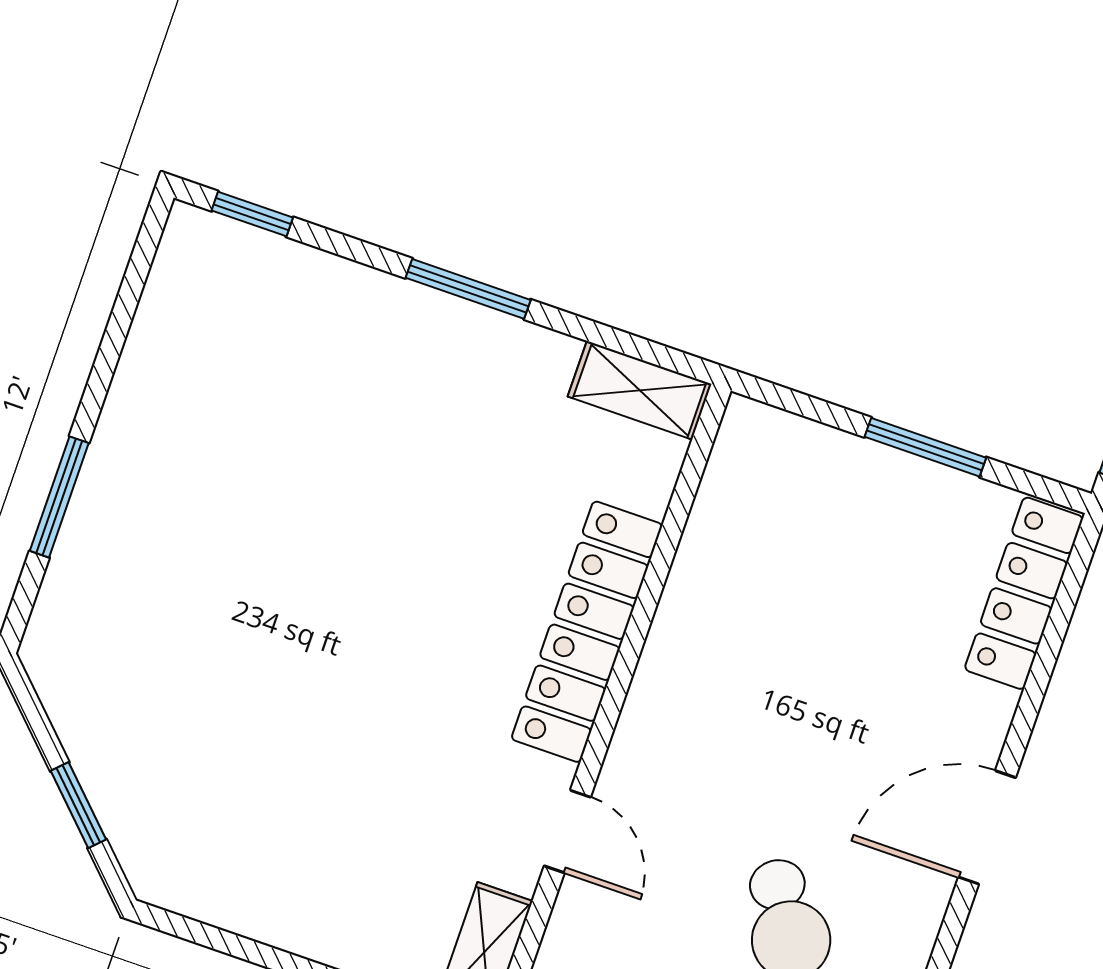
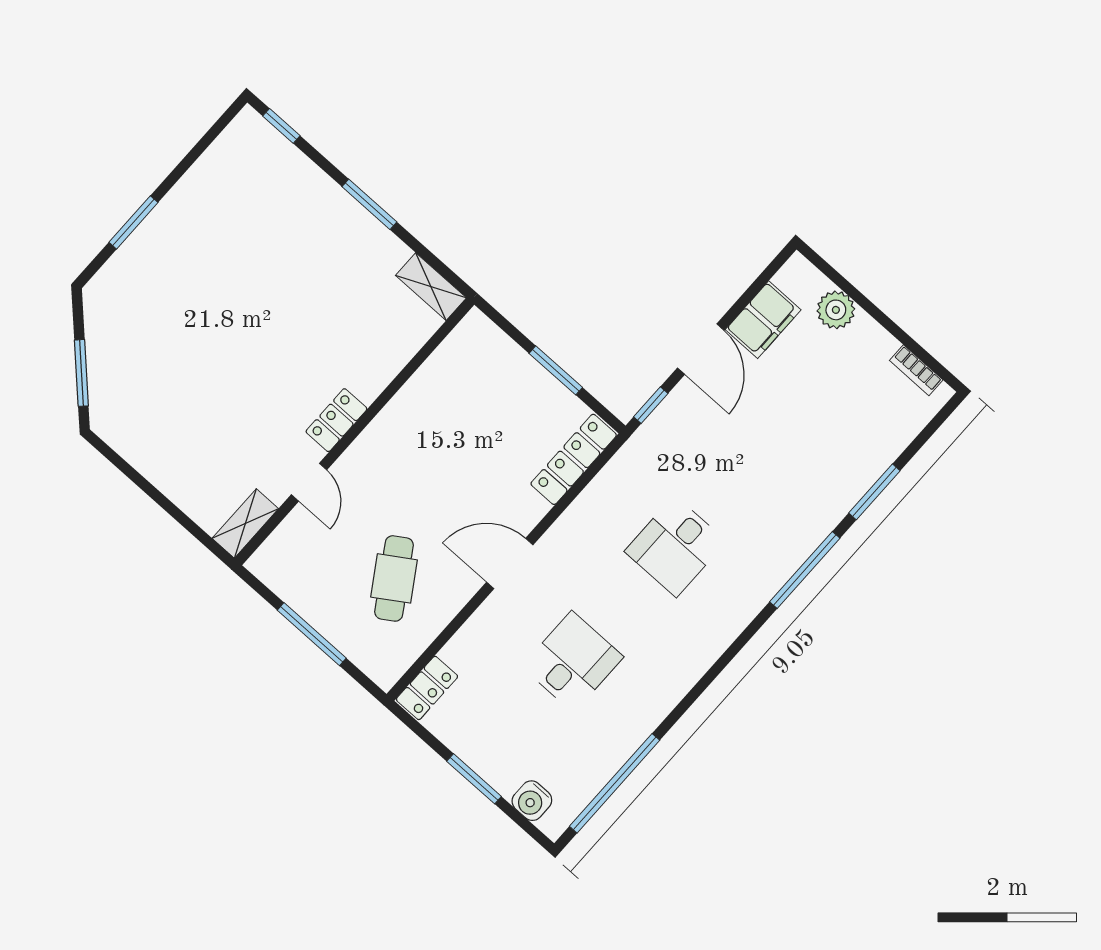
locker: (587, 632) -> (336, 420), width x0.46, depth x0.83
window: (78, 805) -> (81, 373), width x1.50

